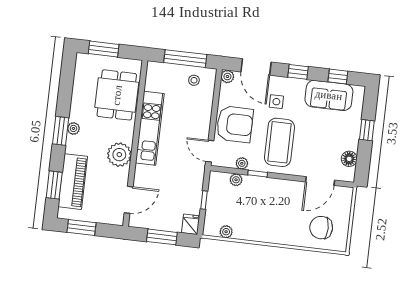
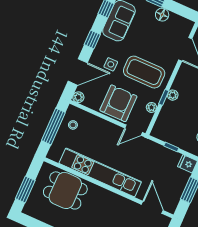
kitchen unit: (150, 128) -> (100, 172), width x1.36
plant: (119, 155) -> (114, 203), removed
floor lamp: (349, 159) -> (162, 15), moved
plant: (236, 180) -> (173, 95), moved

